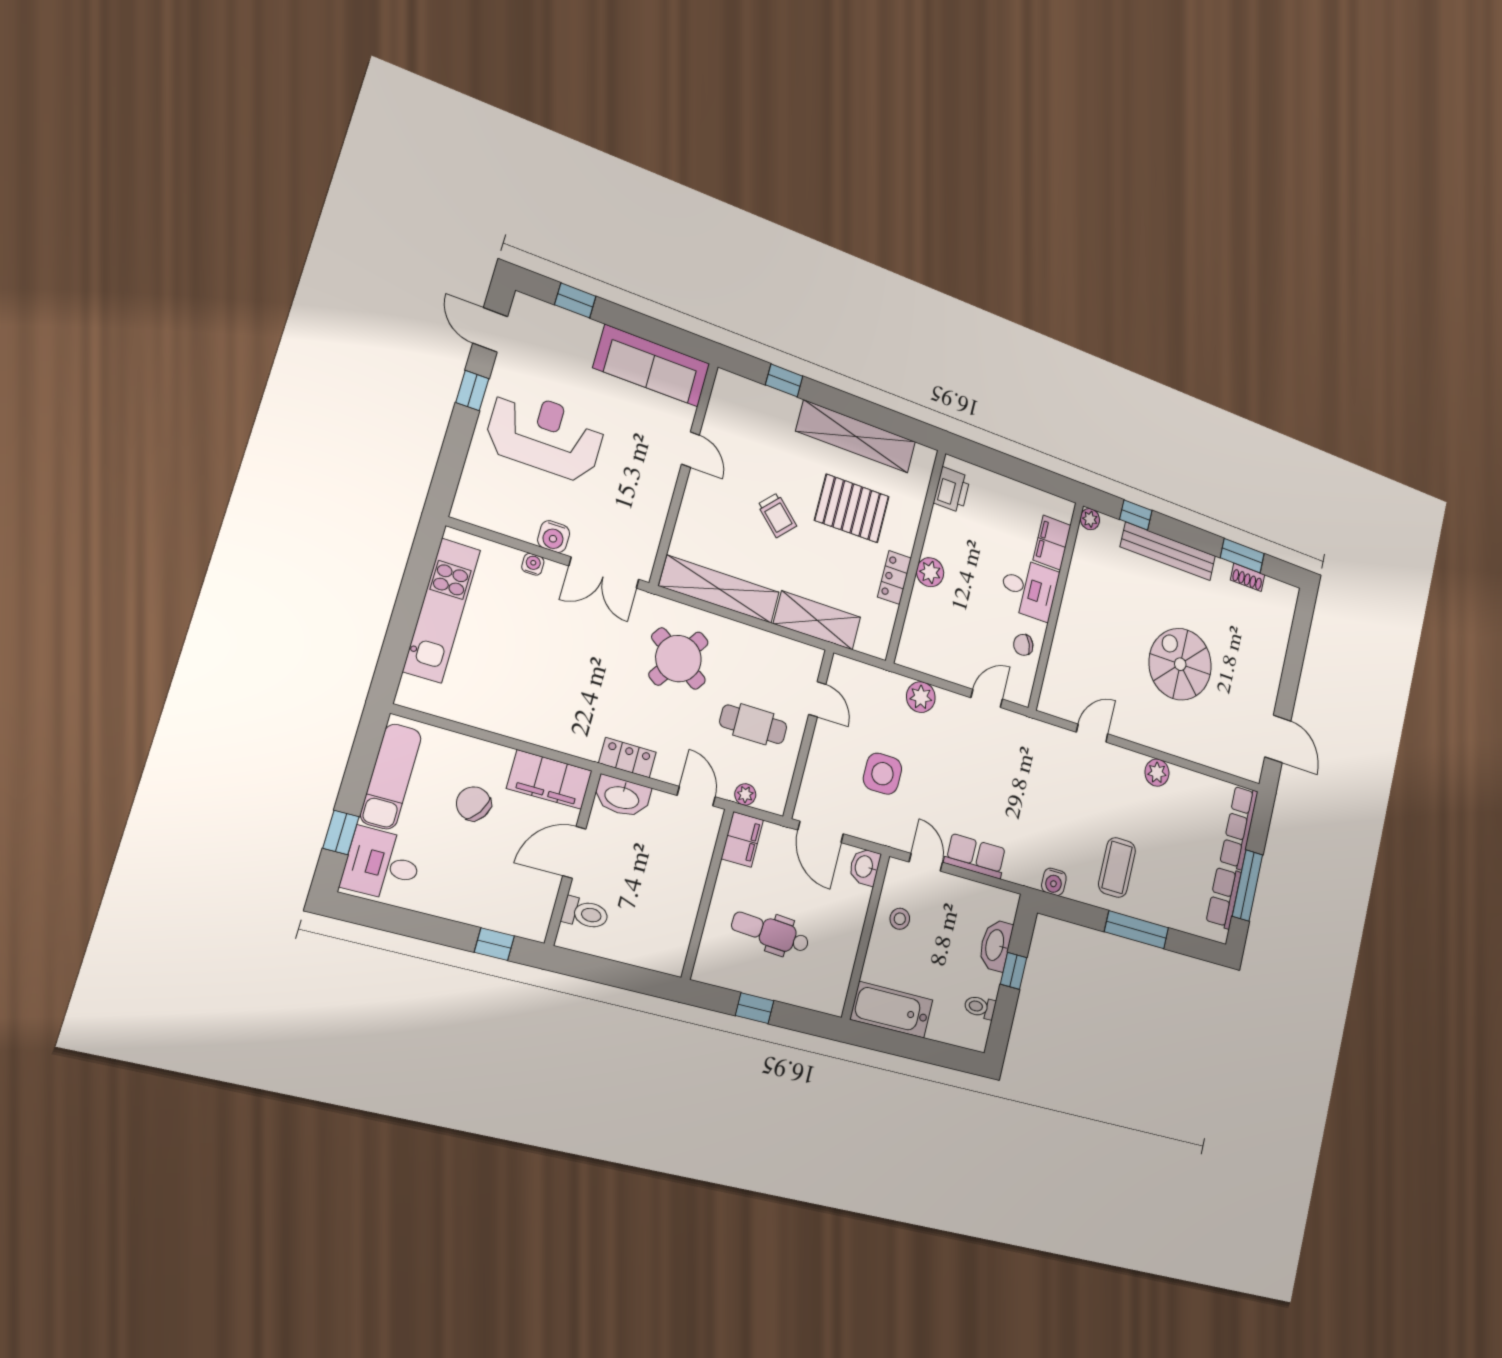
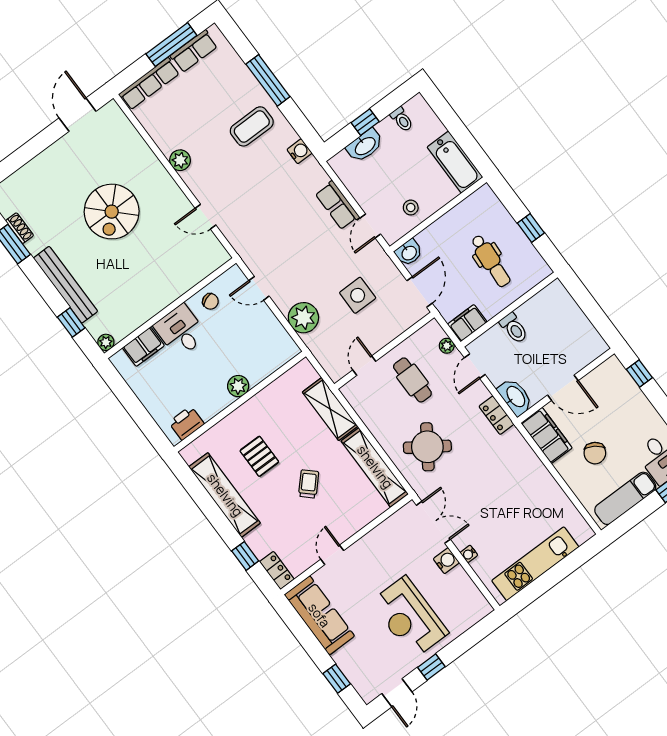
pallet: (852, 508) -> (259, 456), width x0.67, depth x0.71
locker: (894, 578) -> (277, 570), moved, turned -90
plant: (921, 697) -> (303, 318), width x1.36, depth x1.36
toilet: (585, 914) -> (514, 328), moved, turned 180

